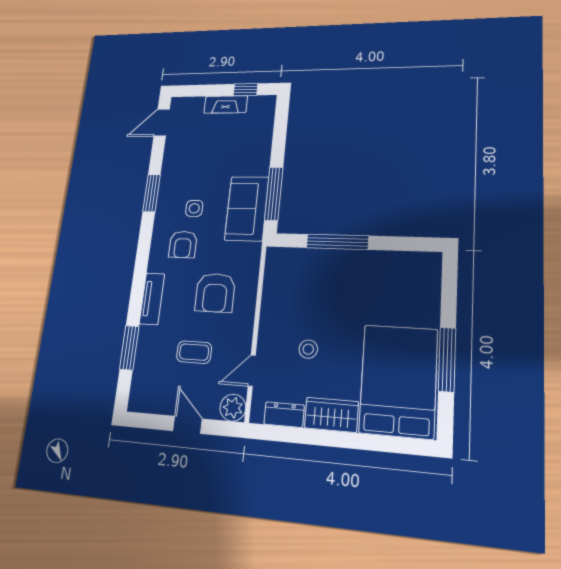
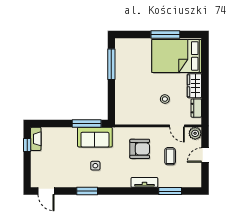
fireplace: (226, 104) -> (36, 139), moved
window: (337, 242) -> (111, 64), moved
armchair: (183, 244) -> (115, 169), removed

